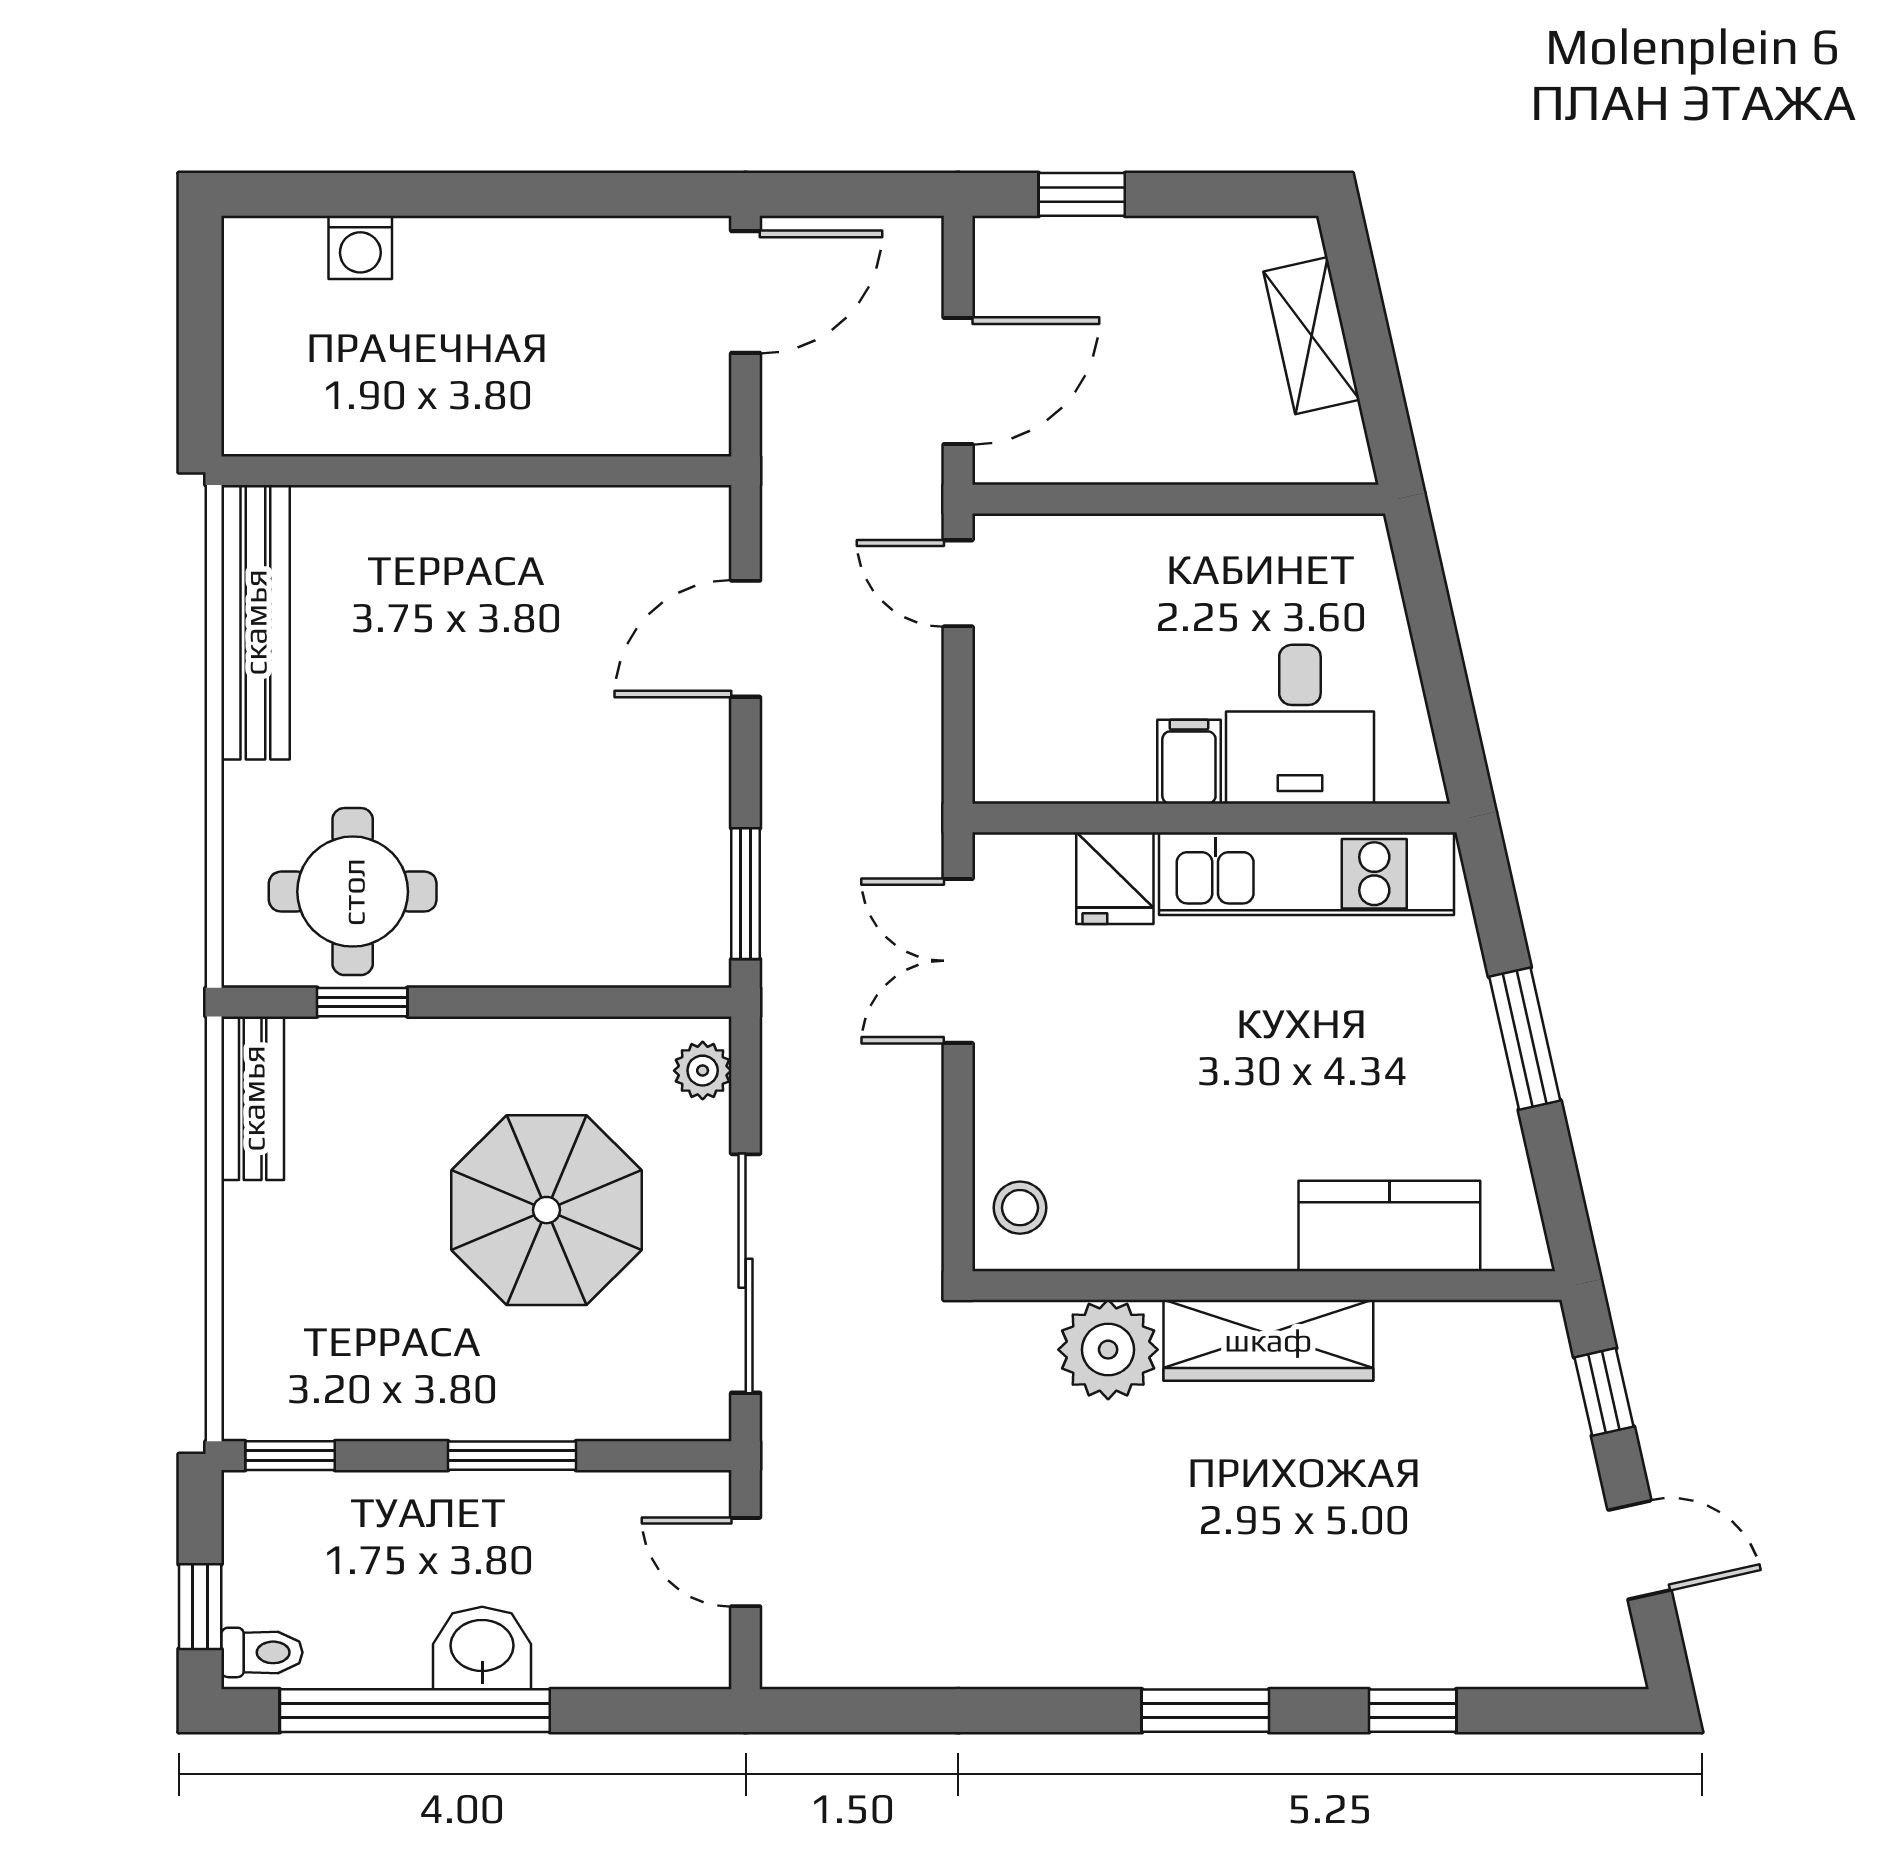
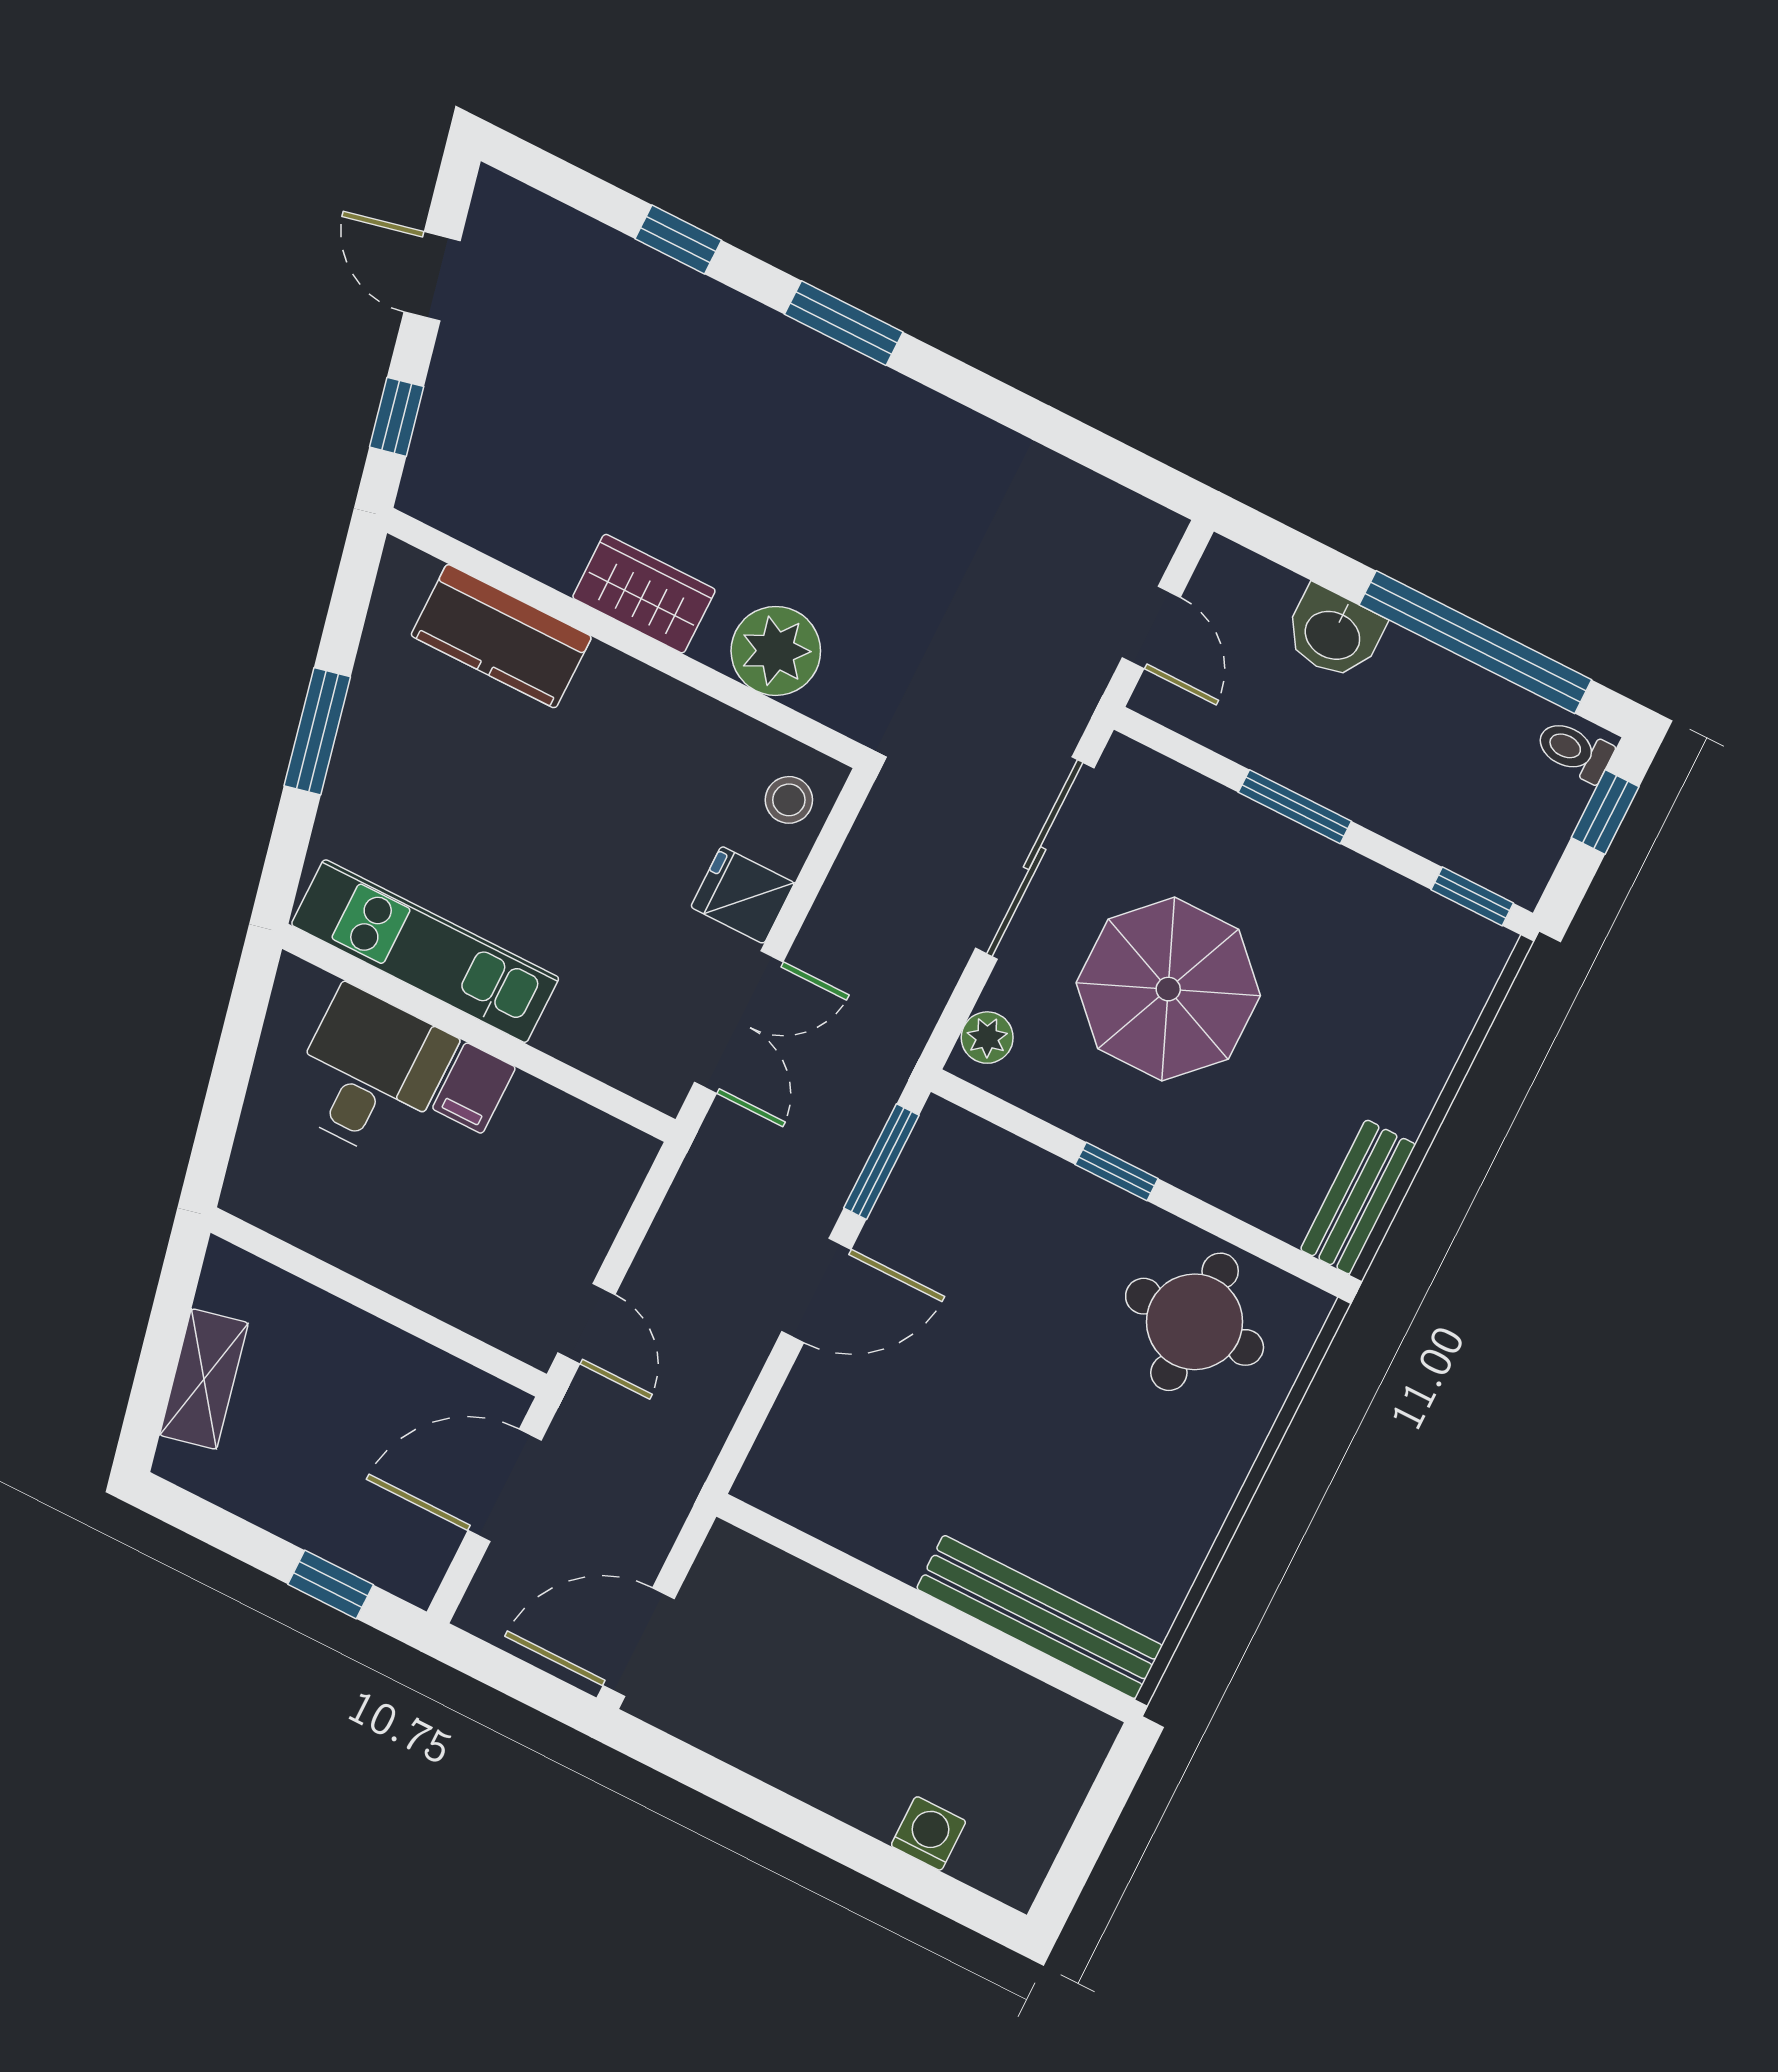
bench: (255, 622) -> (1039, 1617), moved, turned 90
door: (746, 639) -> (816, 1290), moved
fridge: (1115, 878) -> (743, 895), moved, turned -90
window: (362, 1002) -> (1117, 1171), moved
wardrobe: (1268, 1340) -> (644, 594), width x0.67
washbasin: (482, 1648) -> (1333, 633), moved

